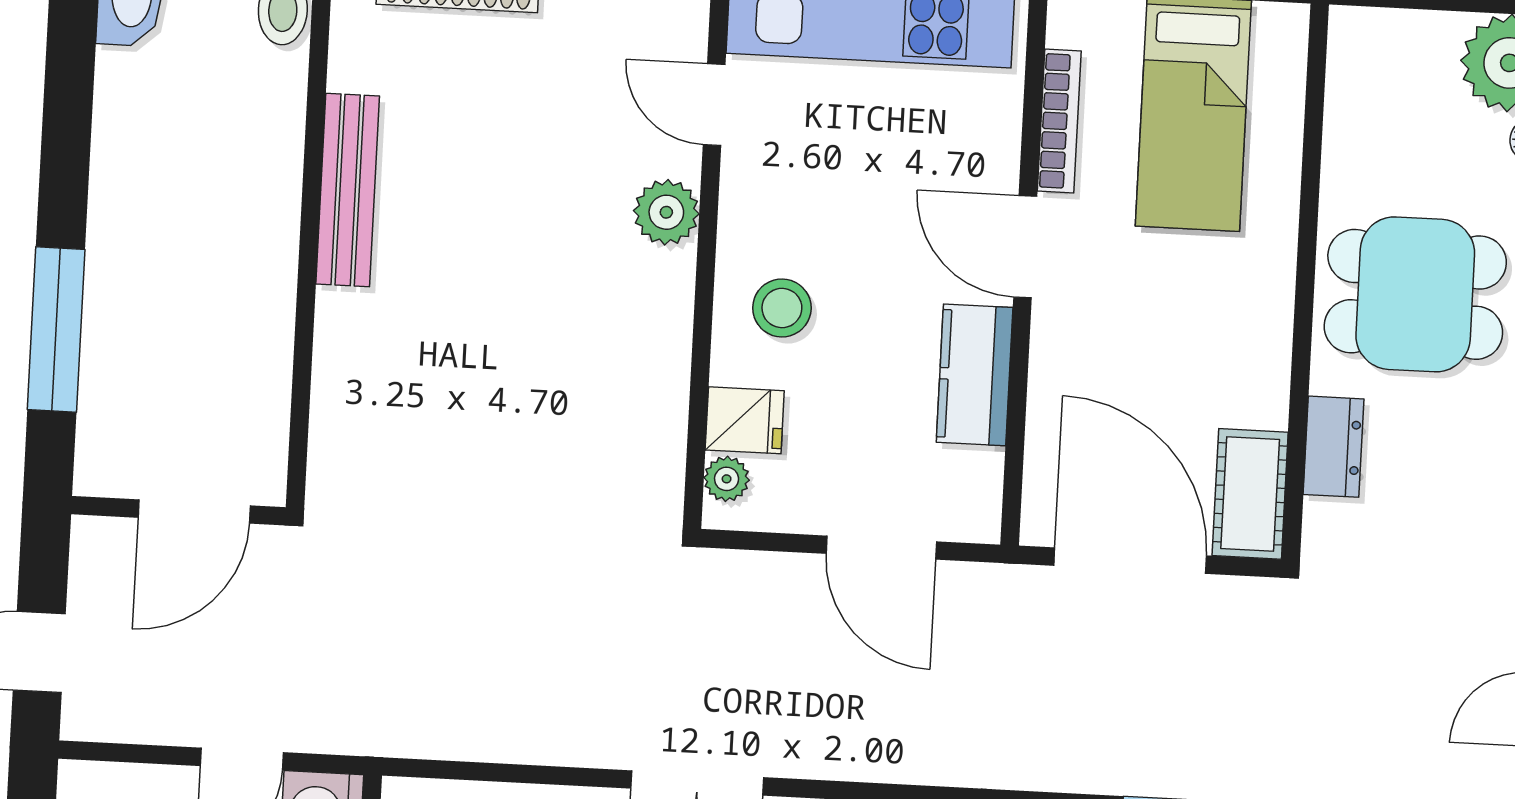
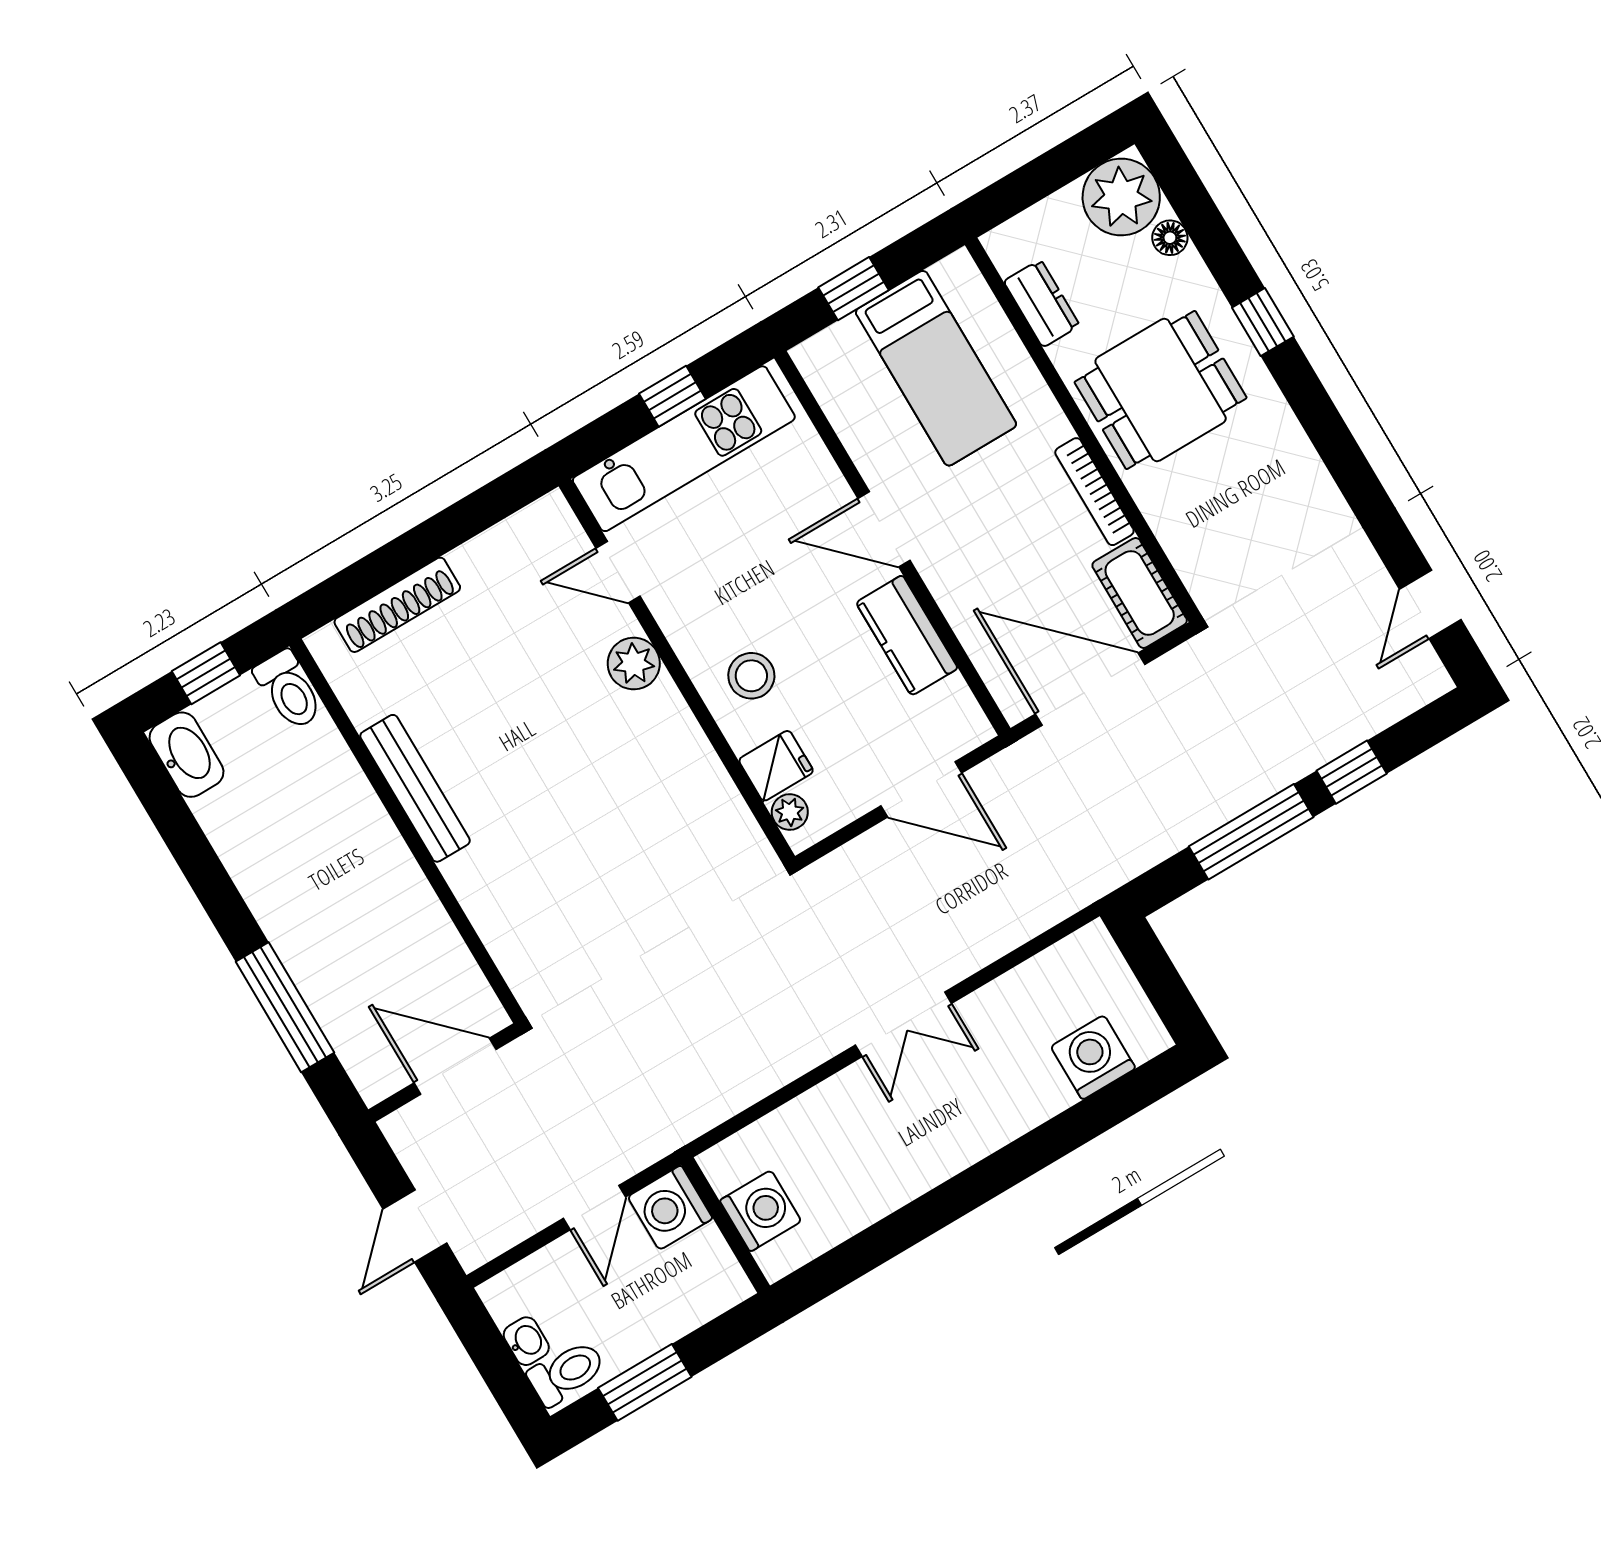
bookcase: (1059, 121) -> (1094, 492), moved, turned 180
dresser: (1333, 447) -> (1042, 303), moved
door: (194, 512) -> (455, 1066), swing flipped

